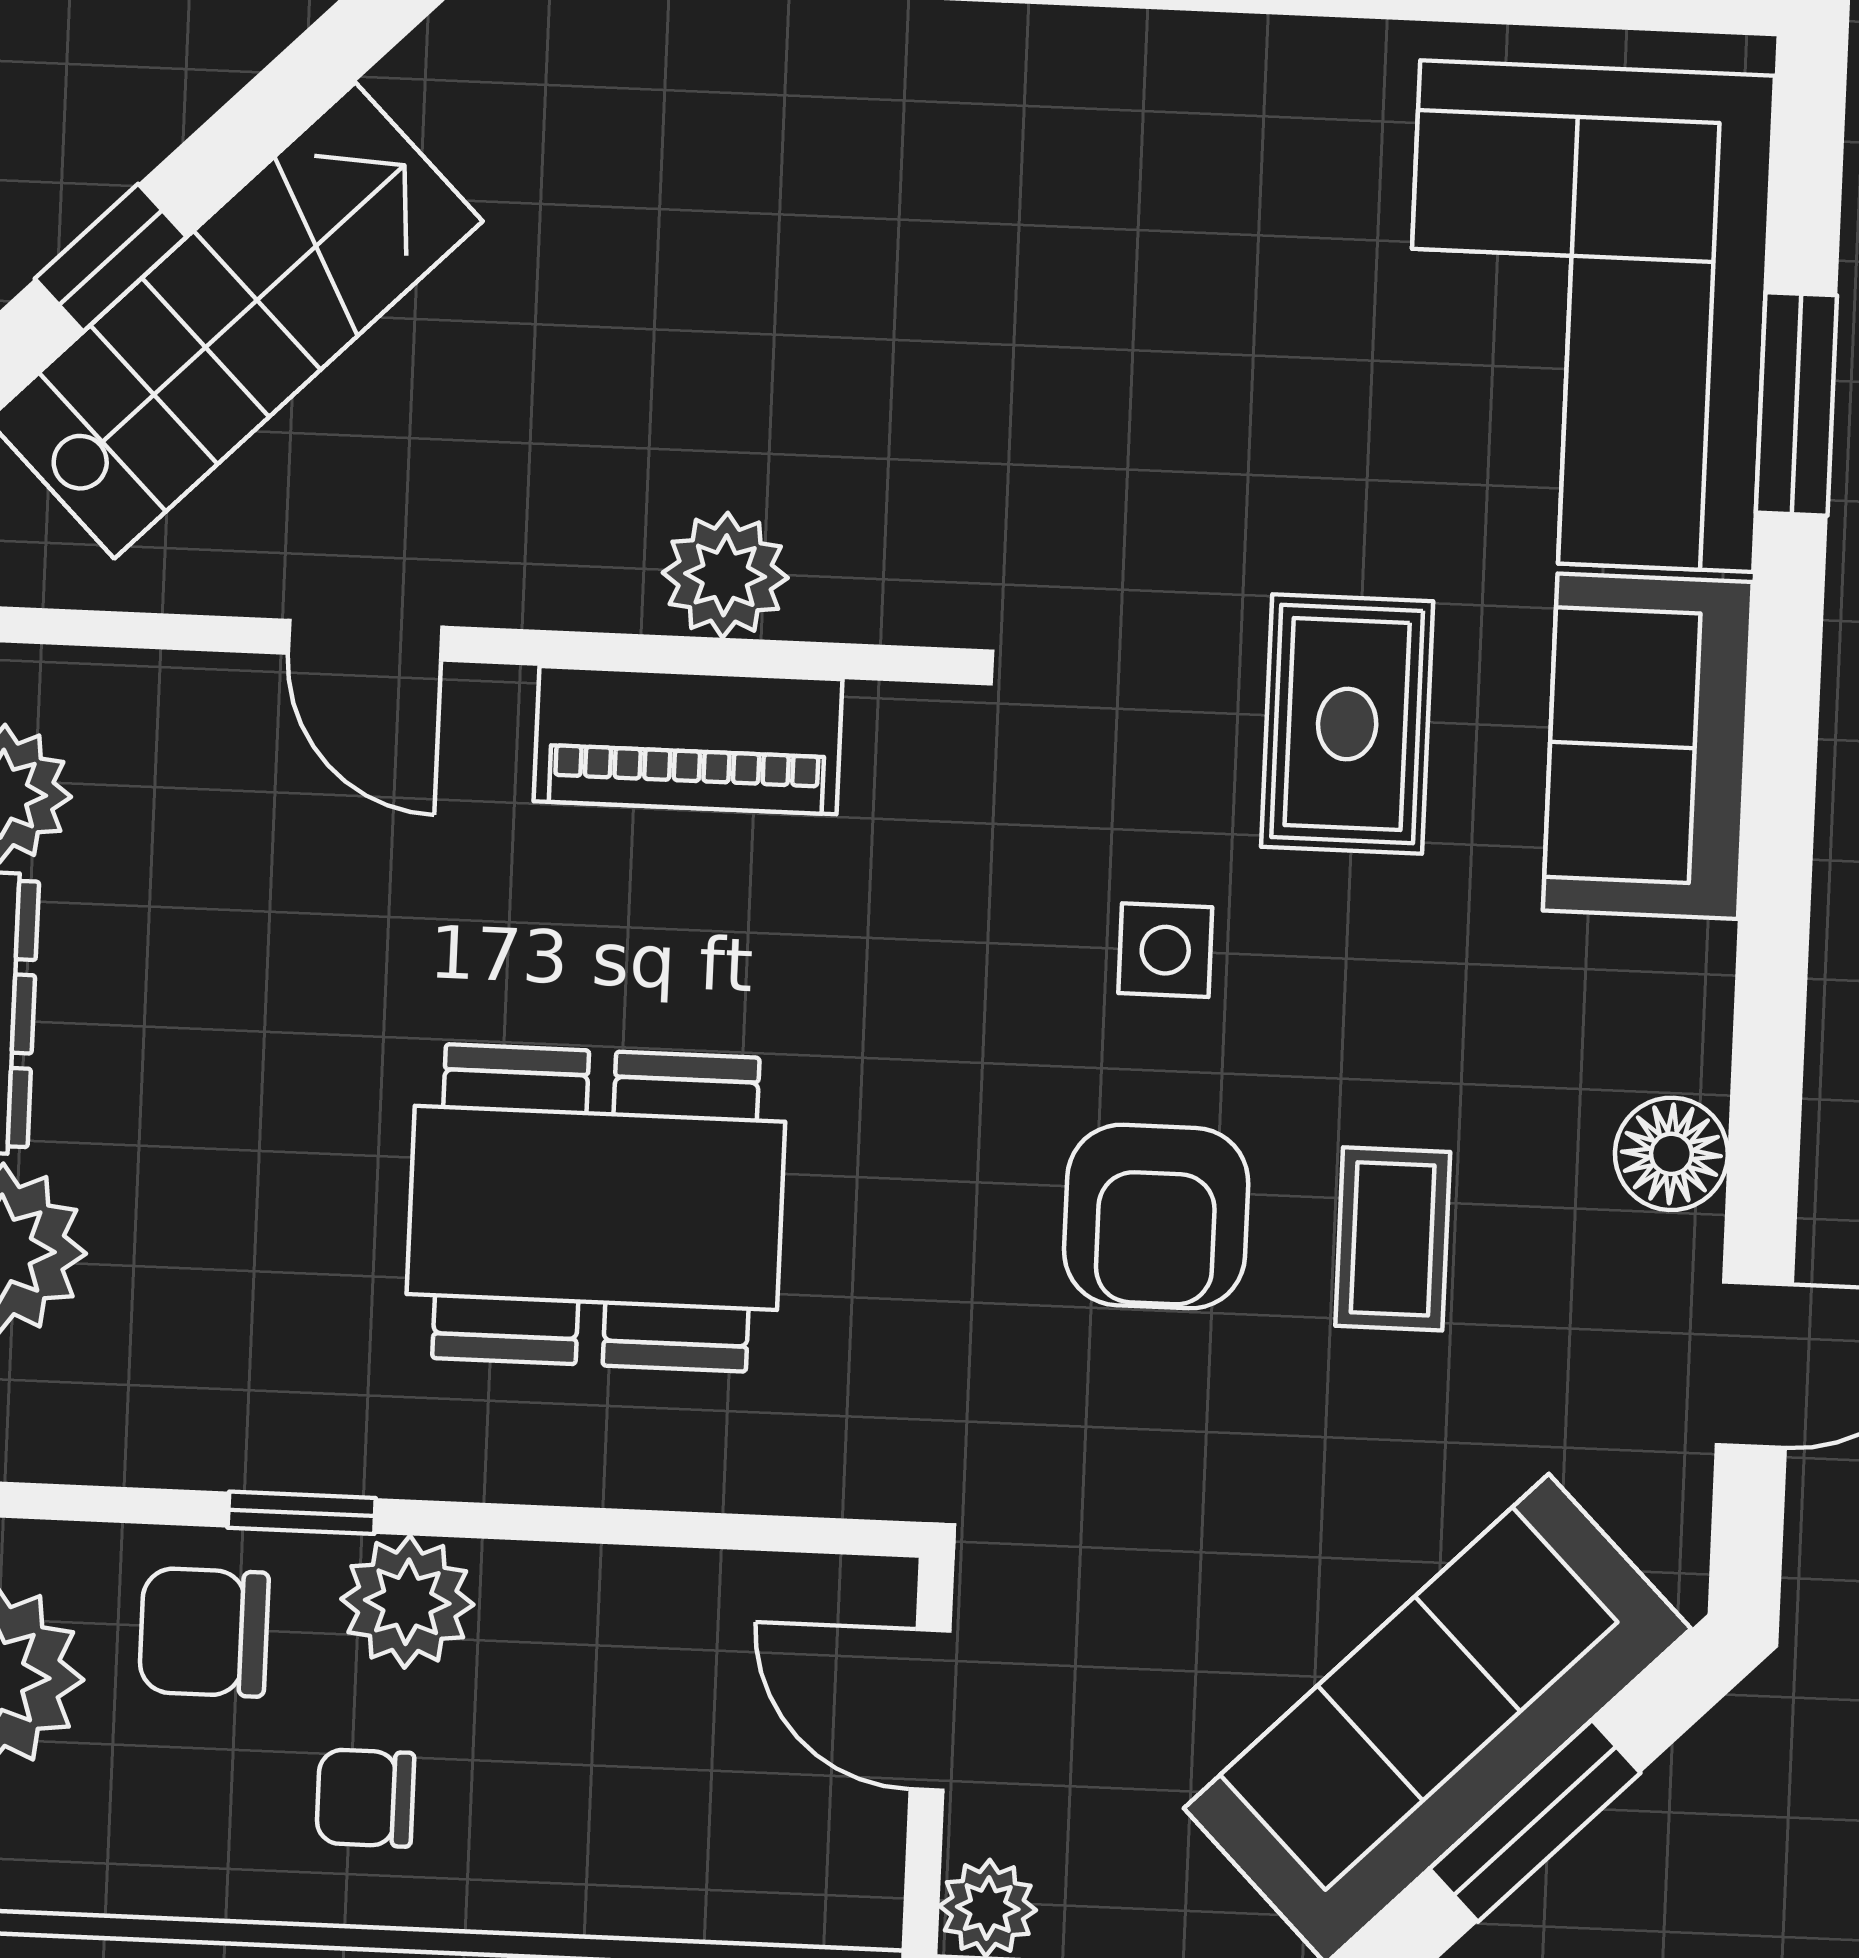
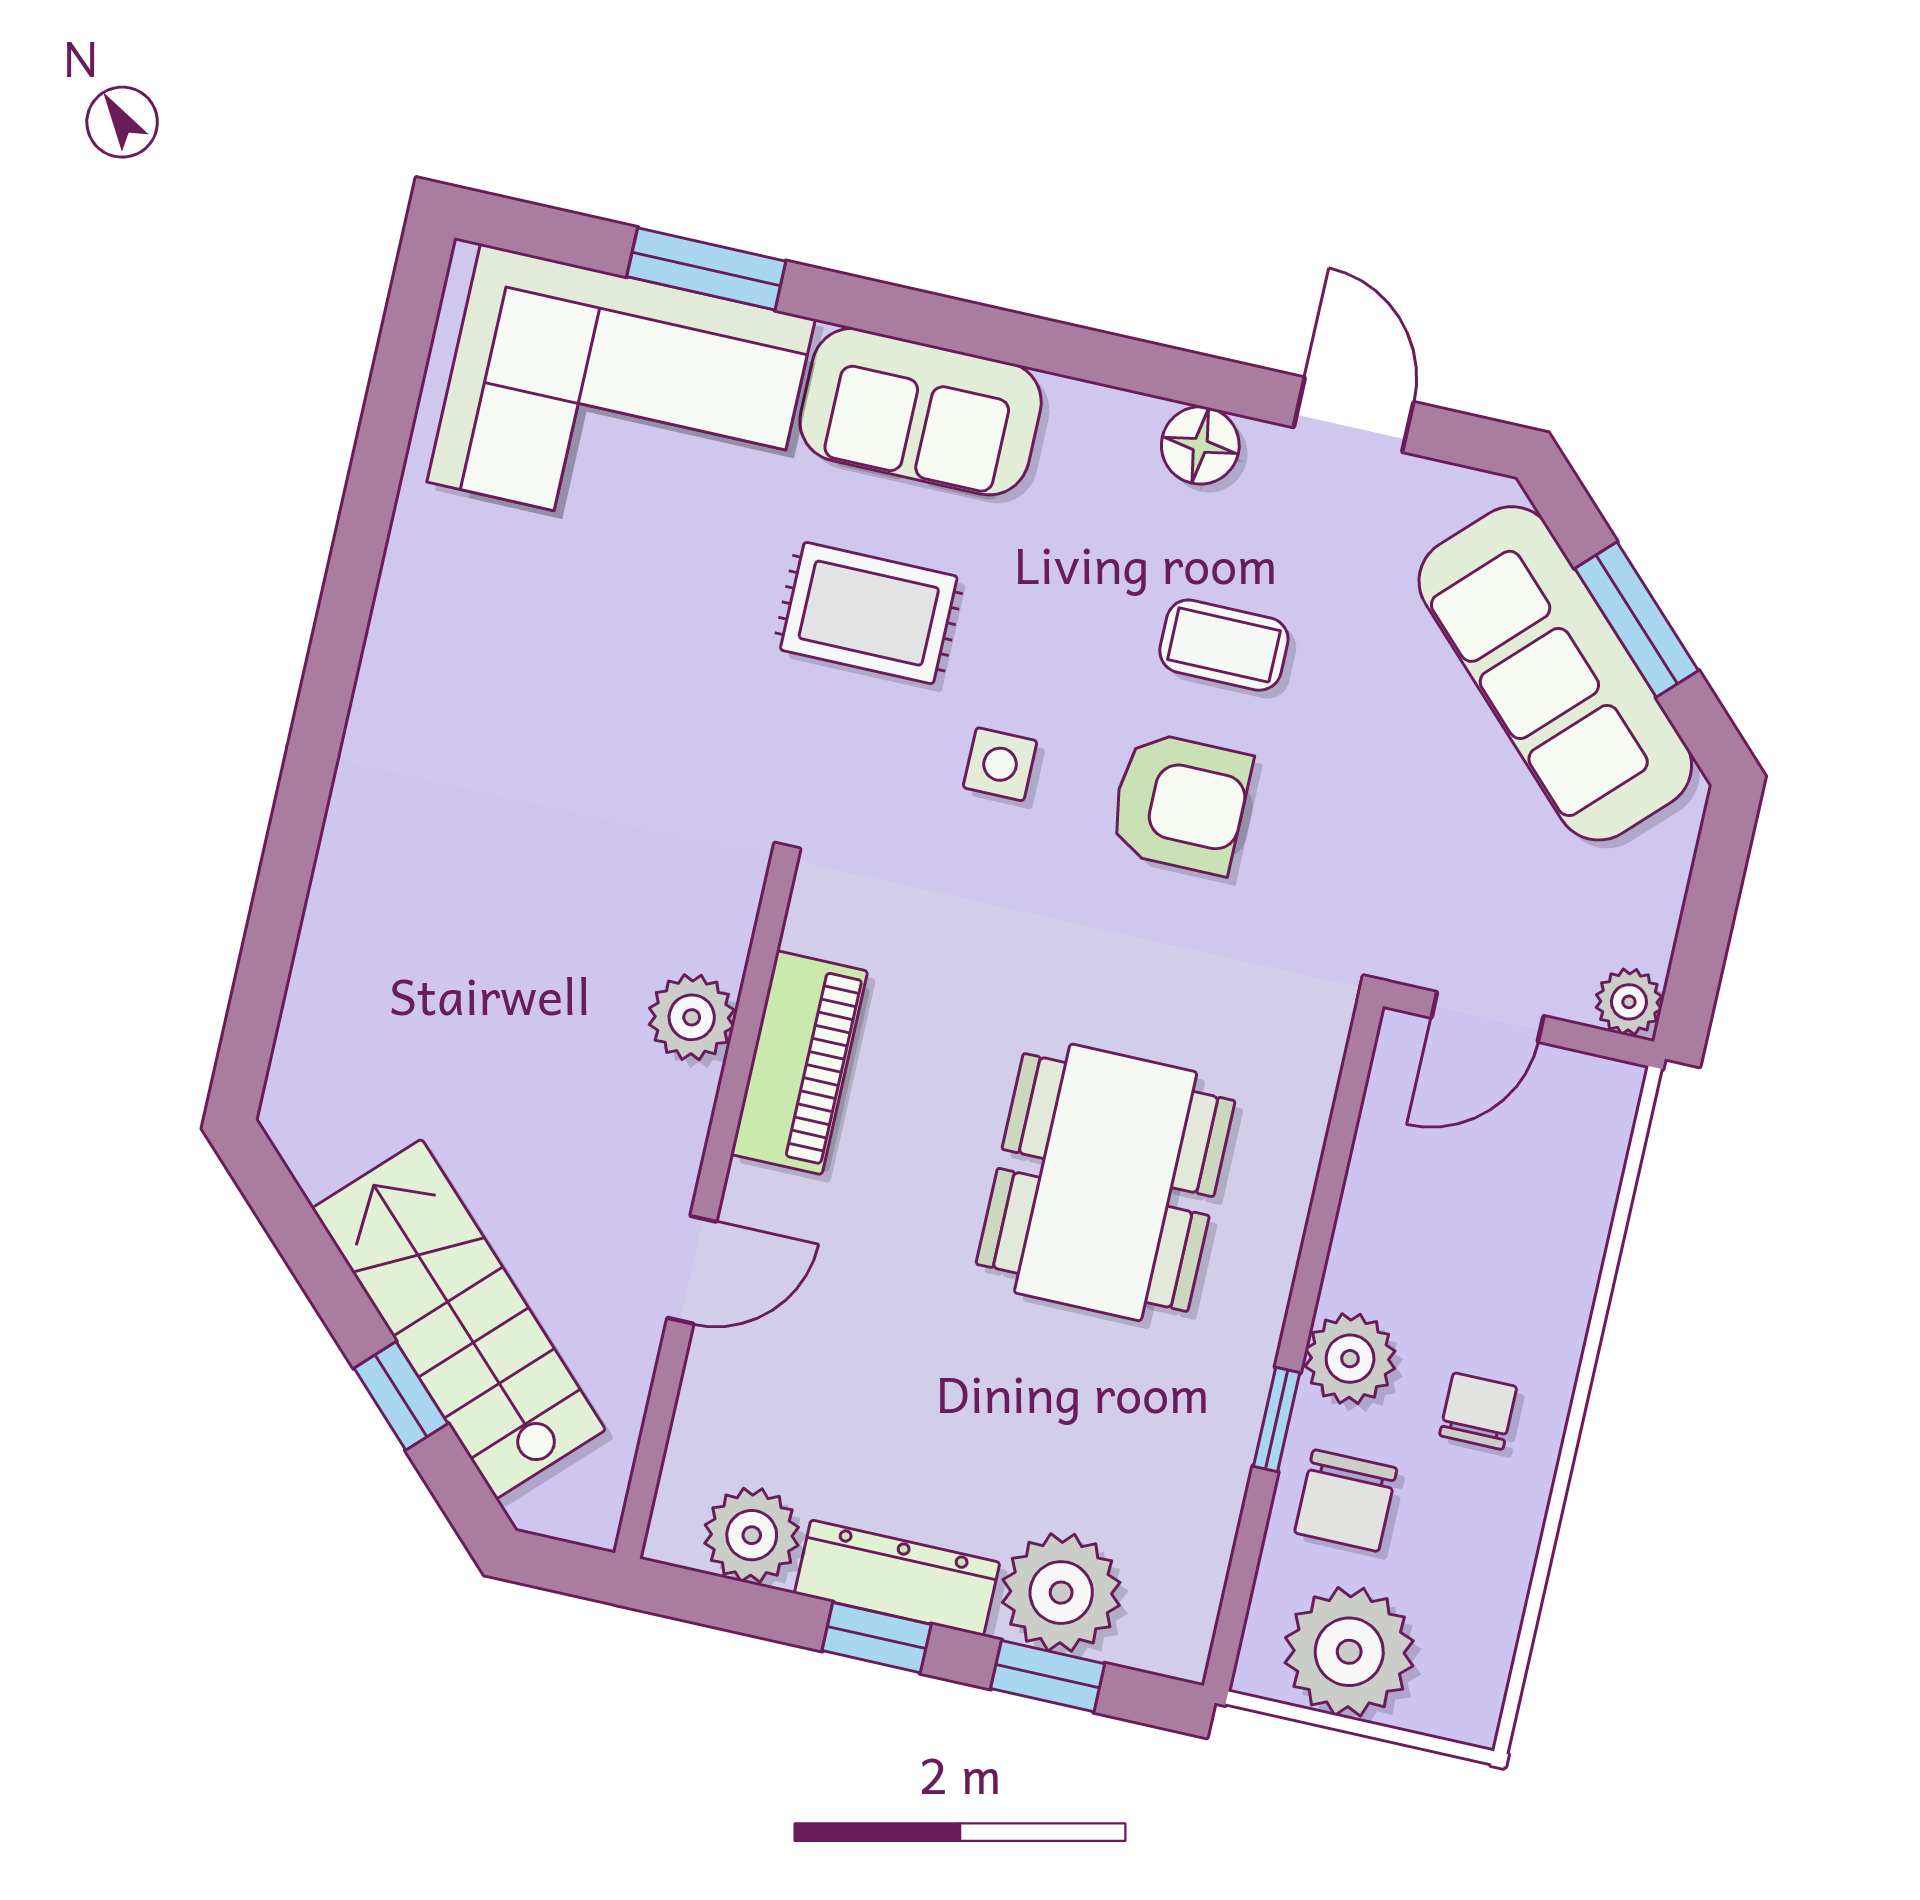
chair: (365, 1798) -> (1478, 1411), turned 180

